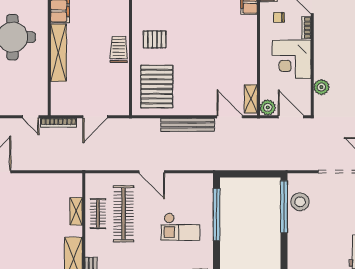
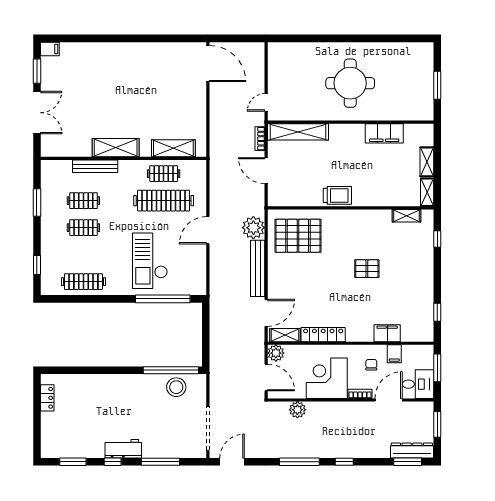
pallet: (155, 39) -> (367, 269), moved, turned 90
shelving: (58, 53) -> (298, 132), moved
locker: (250, 63) -> (323, 335), added
door: (291, 117) -> (266, 377), hinge flipped
bookcase: (58, 123) -> (260, 139), width x0.64
plant: (149, 129) -> (253, 228), added
shelving: (76, 211) -> (173, 148), width x1.50, depth x1.33
checkout: (180, 227) -> (150, 261), width x1.36, depth x1.21

